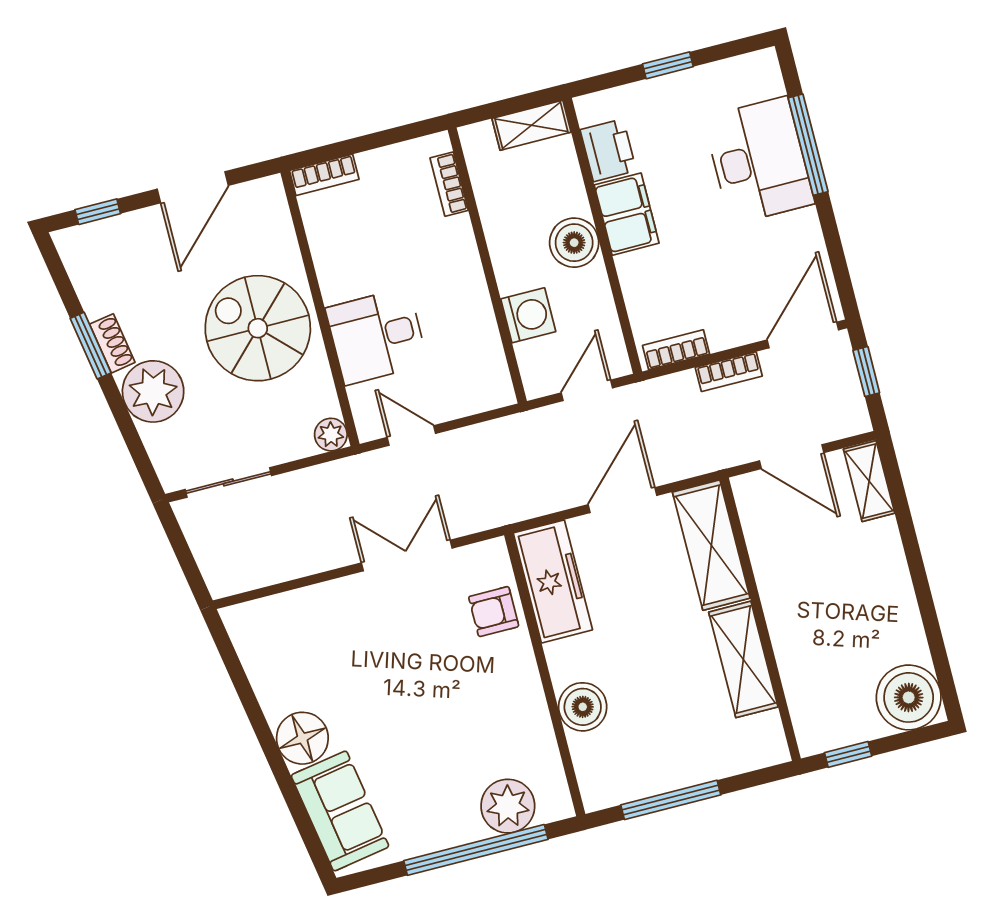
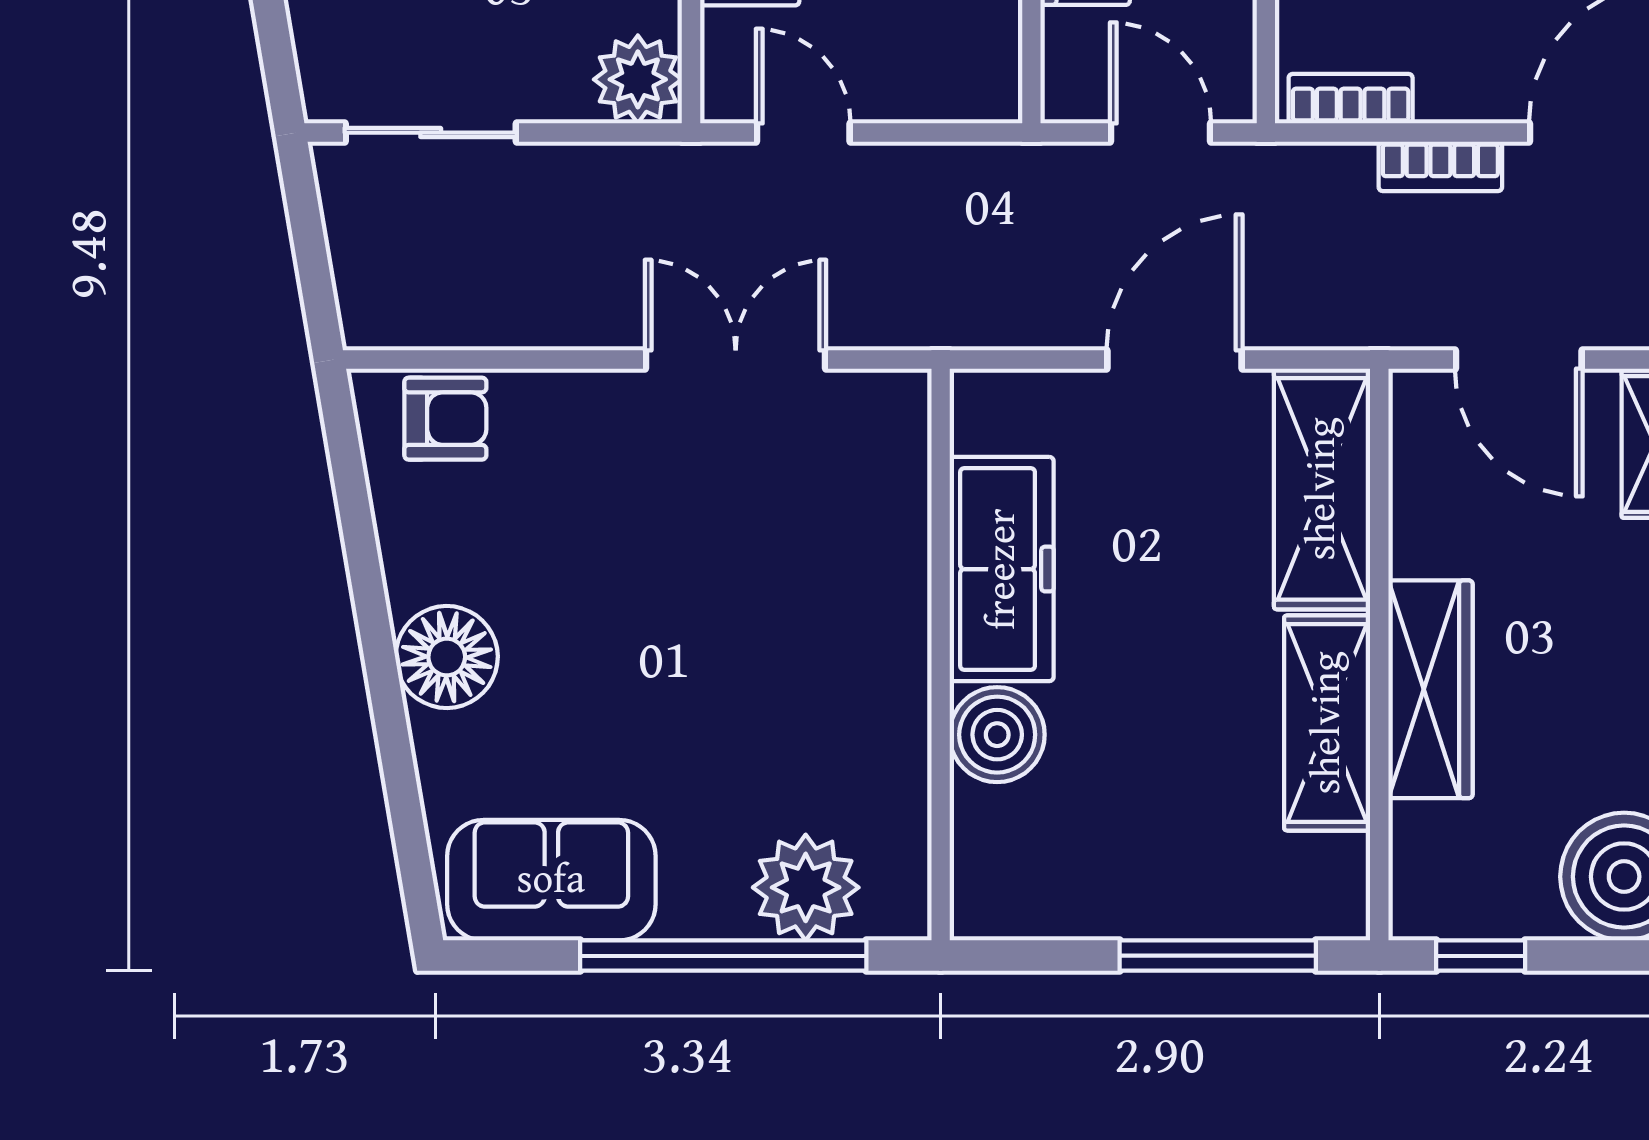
door: (587, 390) -> (1160, 133), hinge flipped
plant: (331, 435) -> (638, 79), width x1.38, depth x1.38
freezer: (553, 581) -> (1002, 569), moved
armchair: (494, 612) -> (445, 419), moved, turned 180
wardrobe: (790, 630) -> (1431, 689), added
window: (671, 800) -> (1218, 956), moved
sofa: (340, 811) -> (551, 880), moved, turned -80

